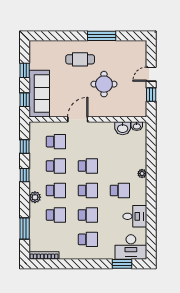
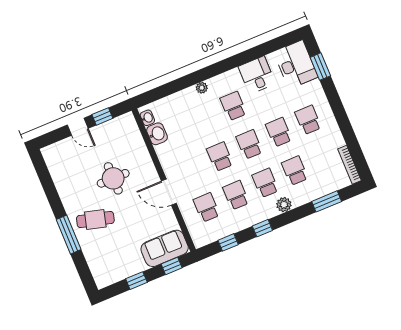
window: (102, 36) -> (69, 235), moved
cafe table: (80, 59) -> (95, 219), turned -75
sofa: (39, 94) -> (165, 248), width x0.73

